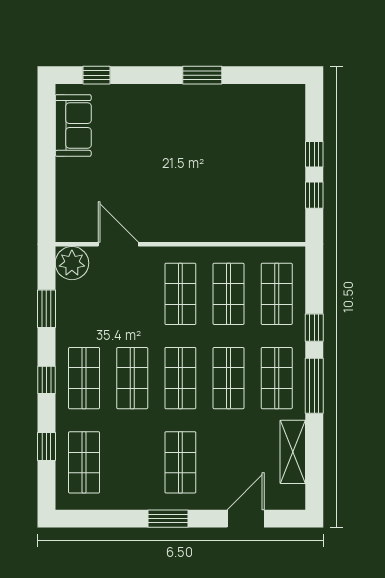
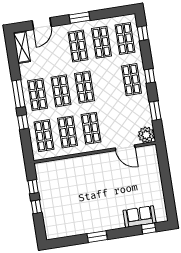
sofa: (73, 125) -> (139, 217), moved, turned 90
shop shelf: (132, 378) -> (101, 42), moved
window: (46, 447) -> (143, 33), moved
shelving: (293, 452) -> (22, 47), moved

